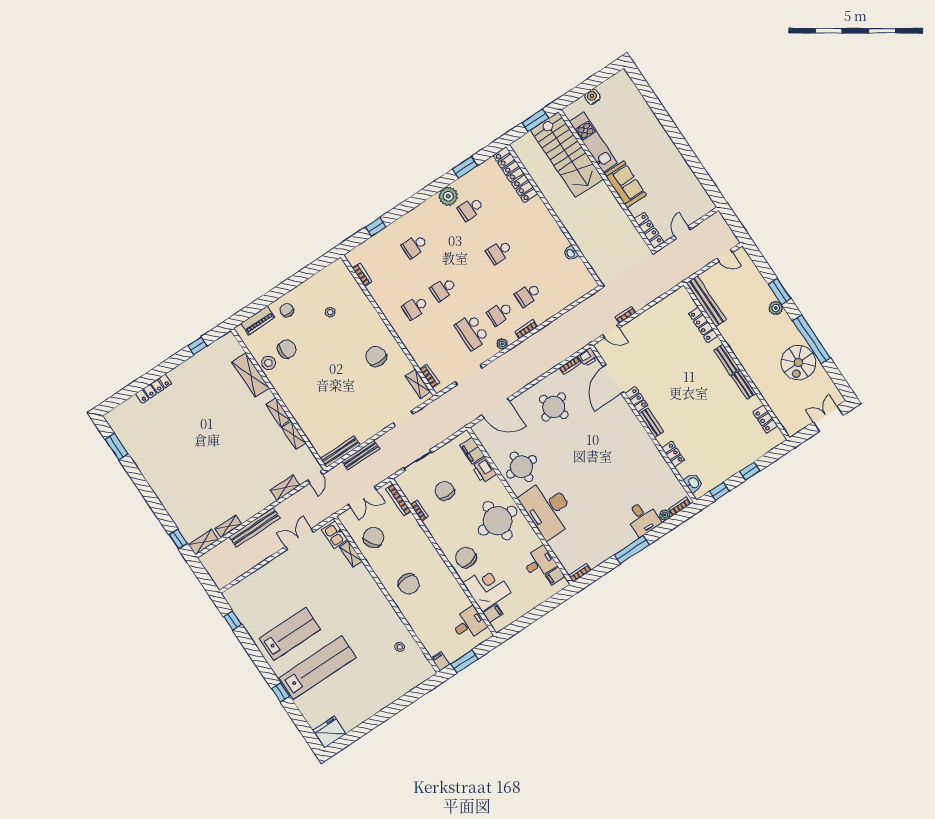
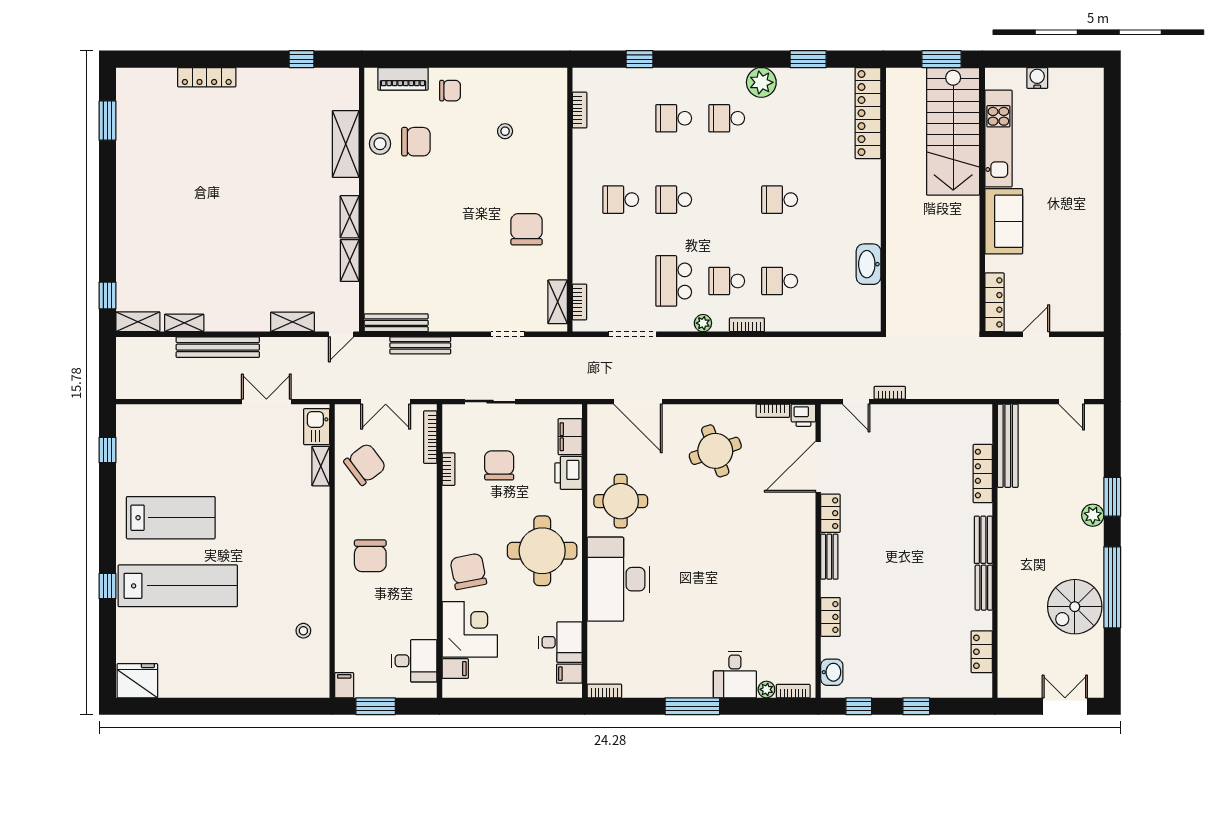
school desk: (471, 209) -> (727, 118), moved
washbasin: (571, 253) -> (869, 264), width x1.91, depth x1.45
chair: (287, 310) -> (450, 91), turned 90

